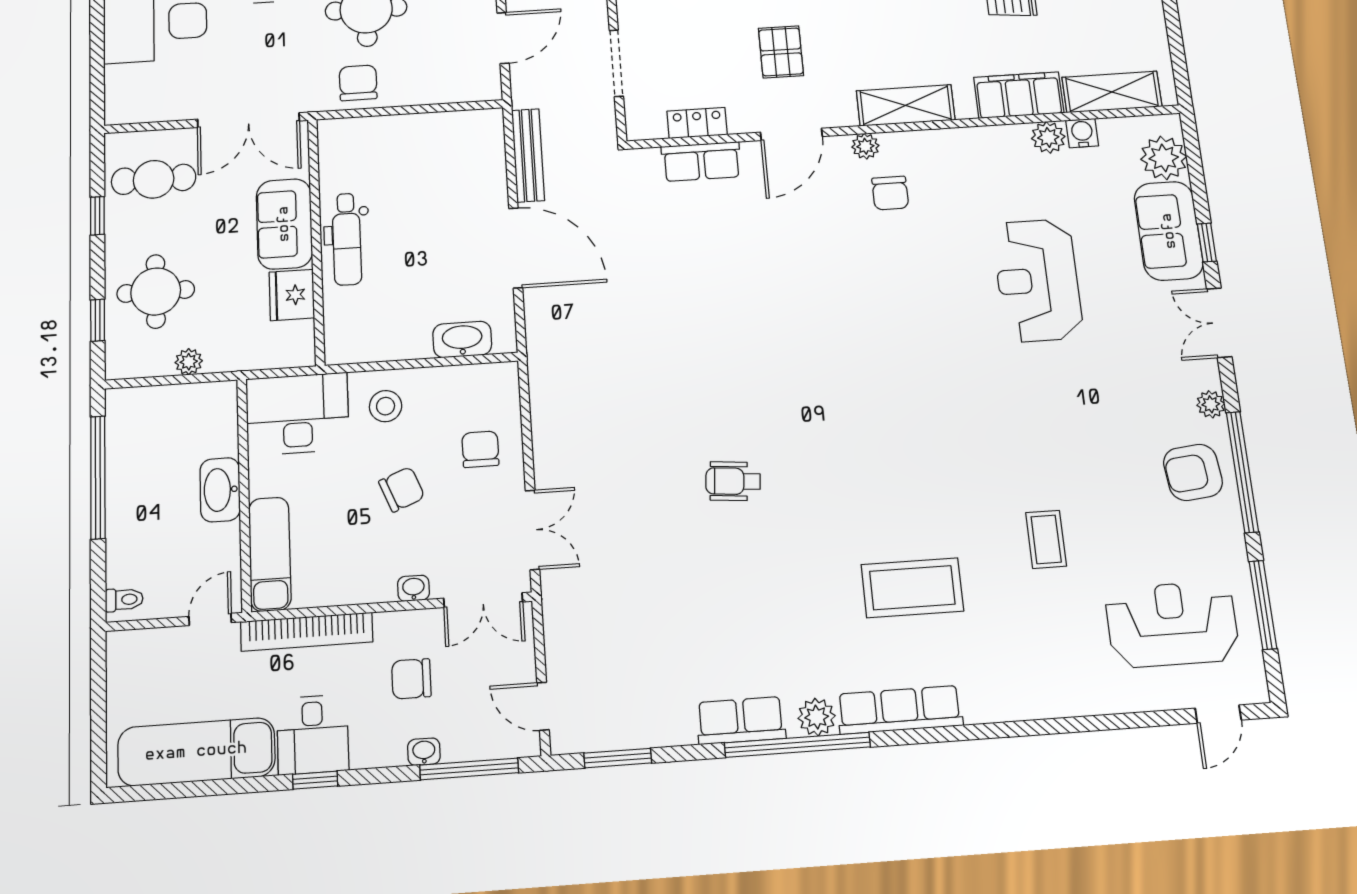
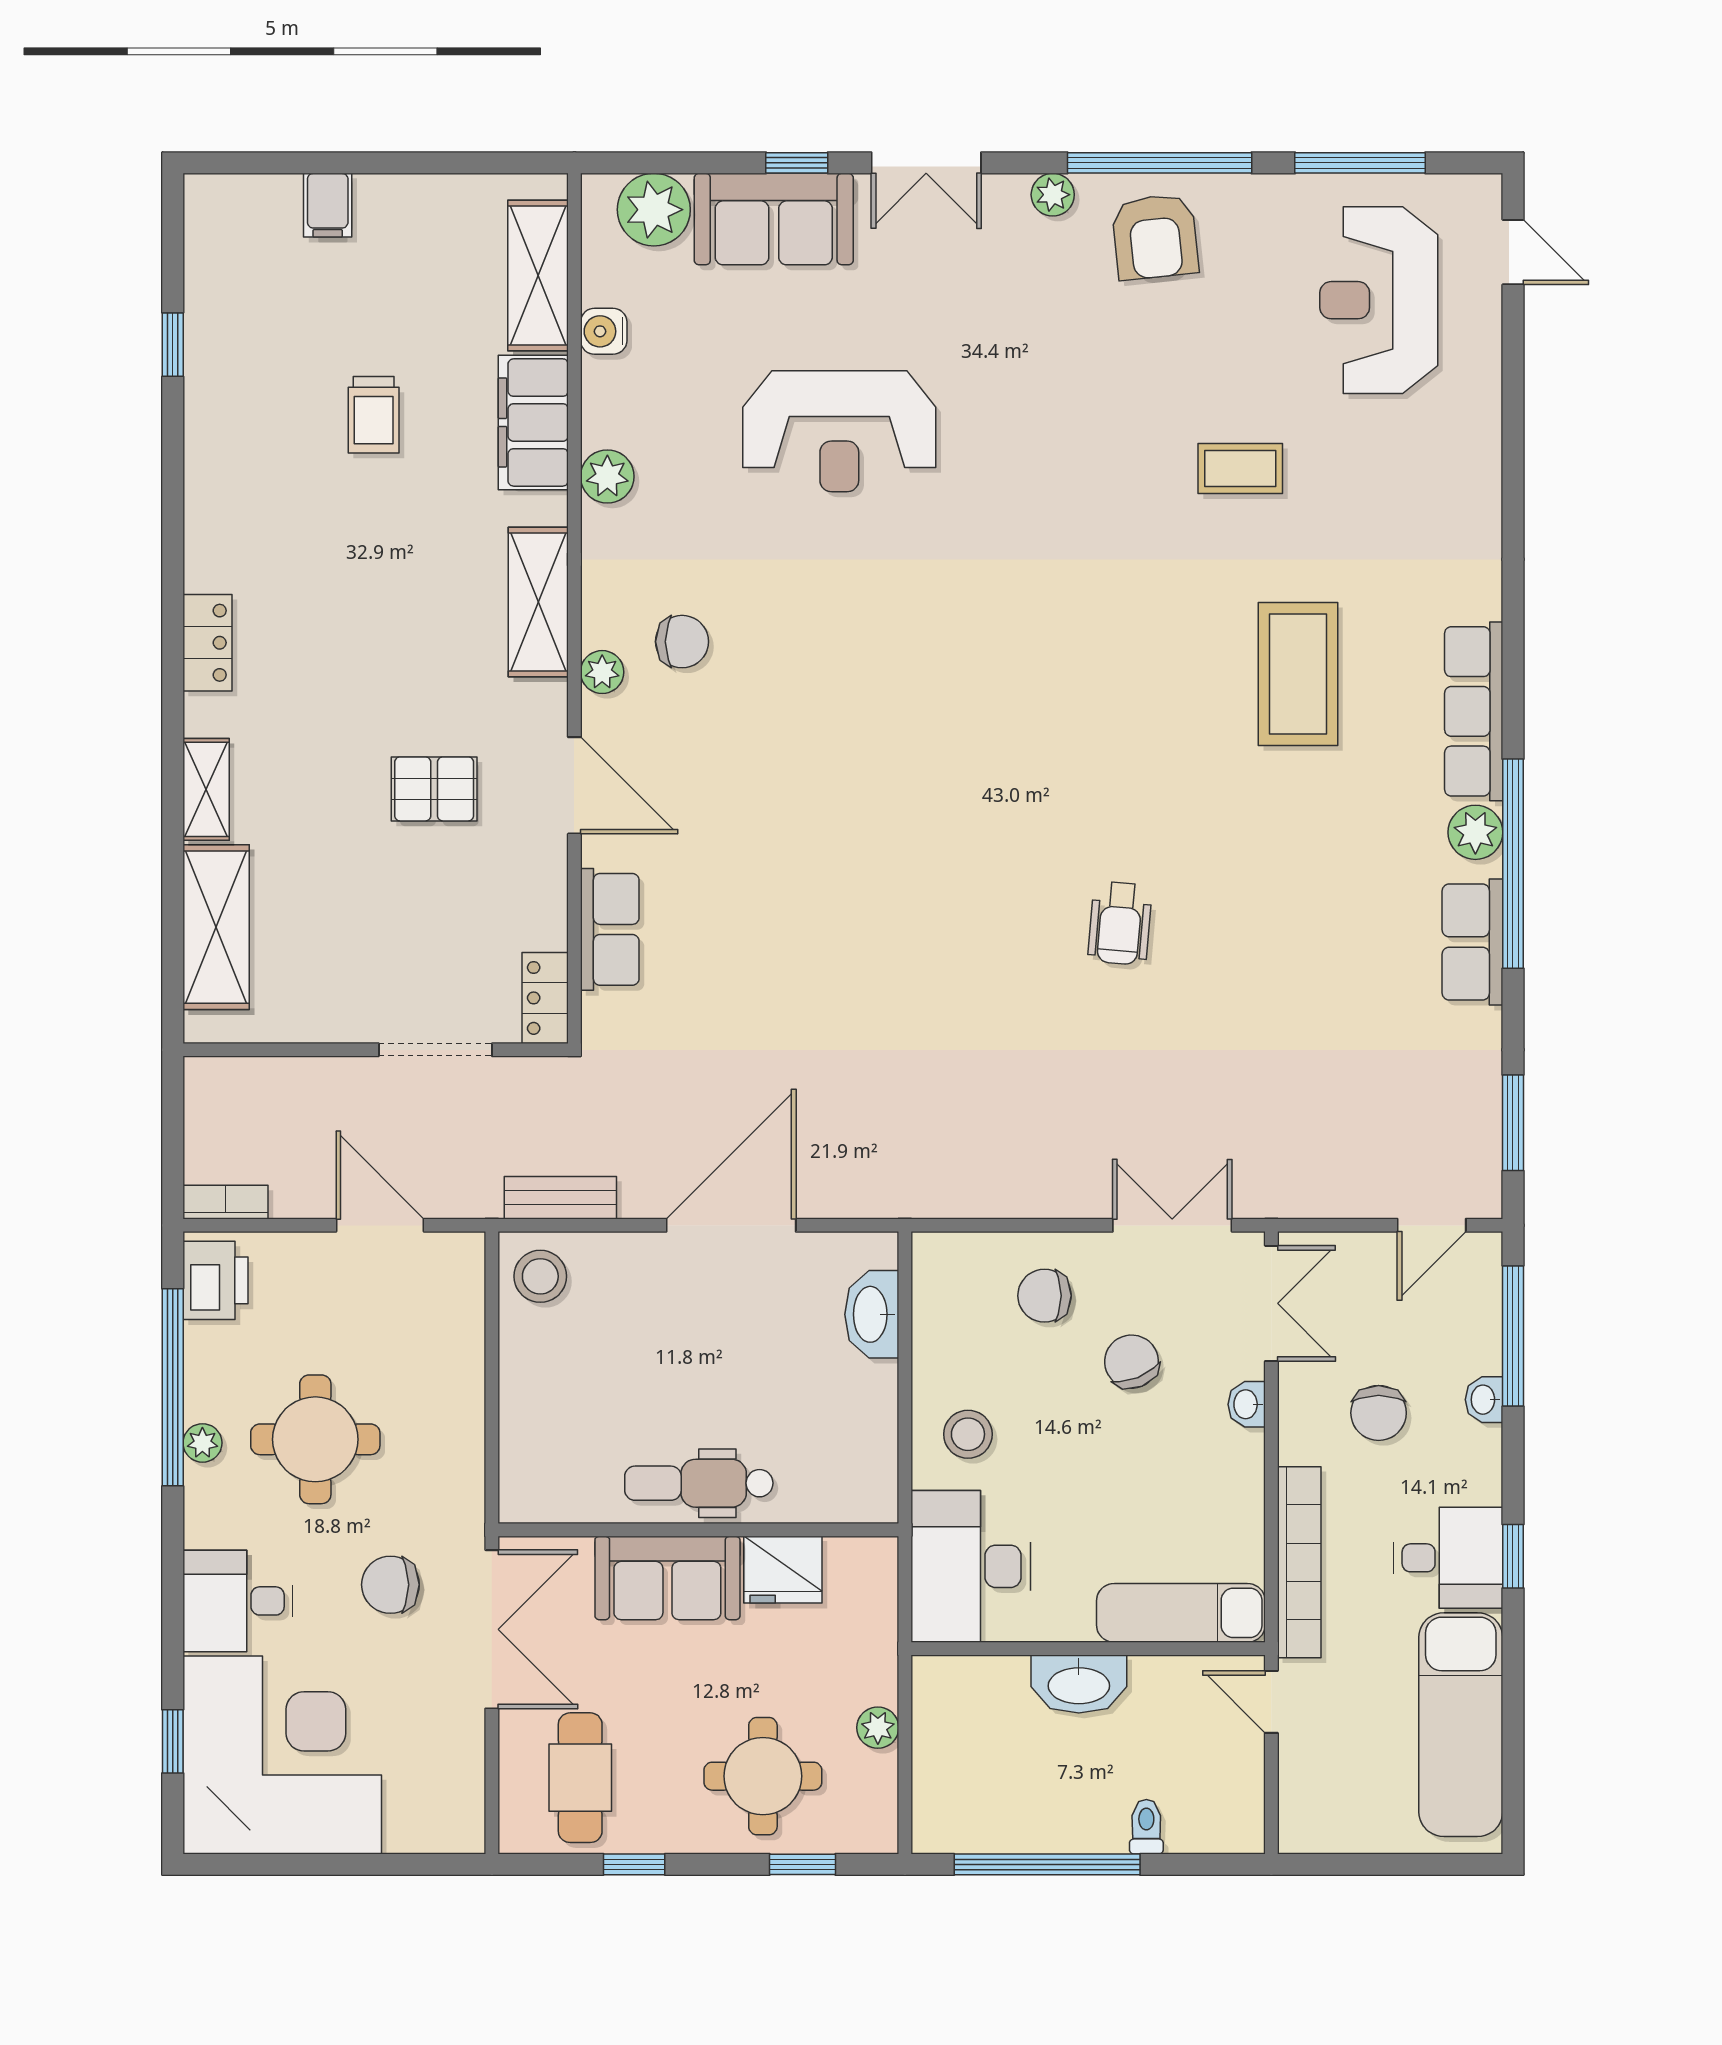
chair: (358, 83) -> (390, 1585), moved
locker: (697, 123) -> (545, 998), moved
stool: (476, 134) -> (540, 1276), added
plant: (1048, 137) -> (607, 476), moved
bench: (528, 155) -> (560, 1198), width x0.73
dental chair: (347, 239) -> (699, 1483), turned 180
chair: (402, 489) -> (1132, 1362), moved
toilet: (124, 600) -> (1146, 1827), moved

